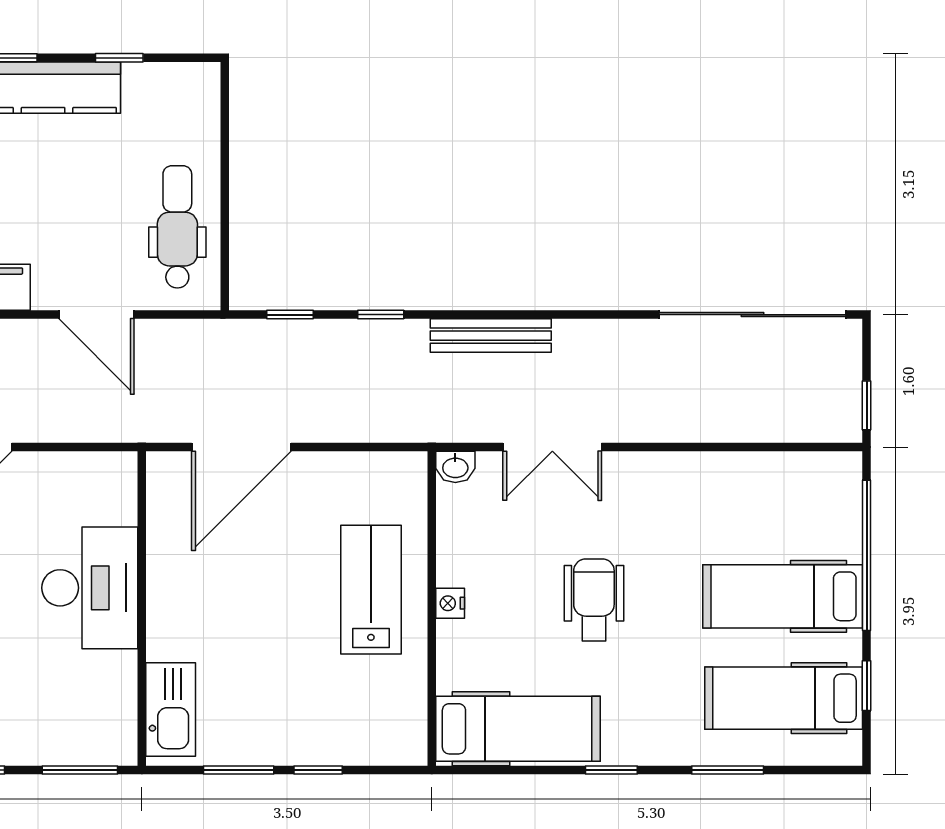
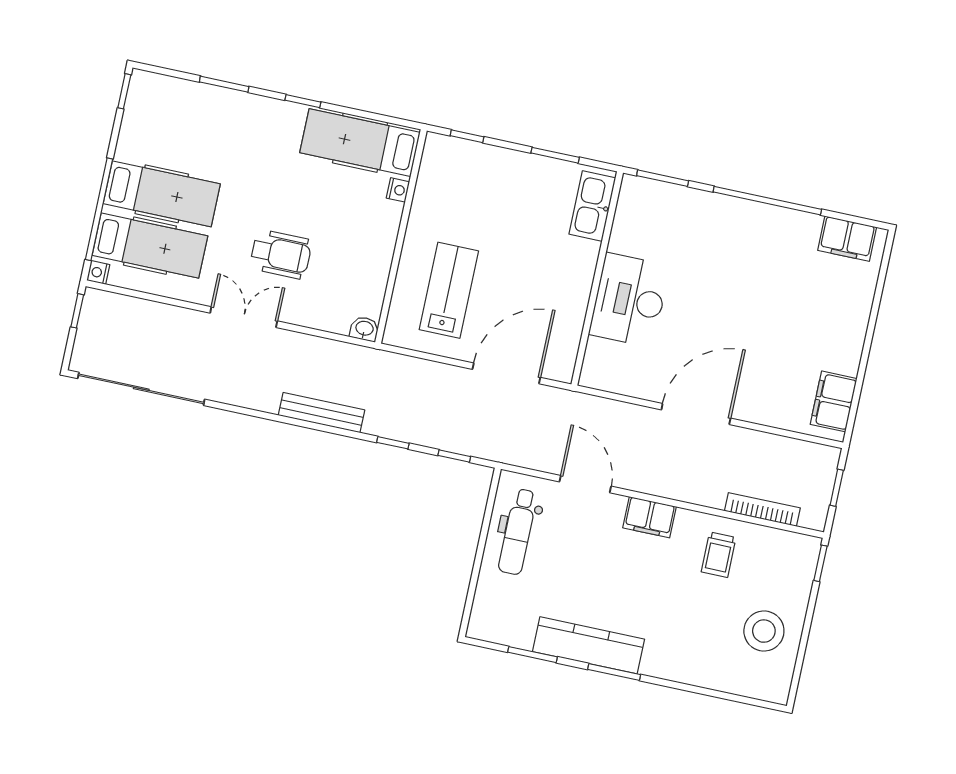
window: (119, 58) -> (533, 655), width x1.50
double door: (552, 447) -> (244, 317), moved
nightstand: (848, 466) -> (98, 272), added
lab bench: (371, 590) -> (449, 290), moved, turned 180
wheelchair: (594, 600) -> (281, 254), moved, turned -90
nightstand: (450, 603) -> (398, 190), moved
window: (867, 686) -> (124, 91), moved
hospital bed: (784, 698) -> (150, 246), moved
window: (318, 770) -> (467, 136), moved

